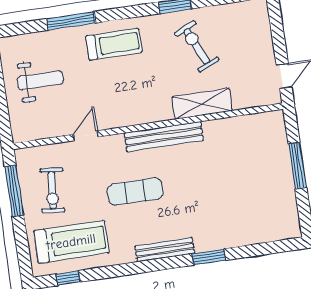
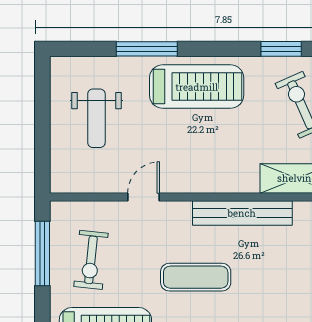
treadmill: (114, 44) -> (197, 87), width x1.37, depth x1.38
weight bench: (40, 80) -> (96, 118), turned 90

